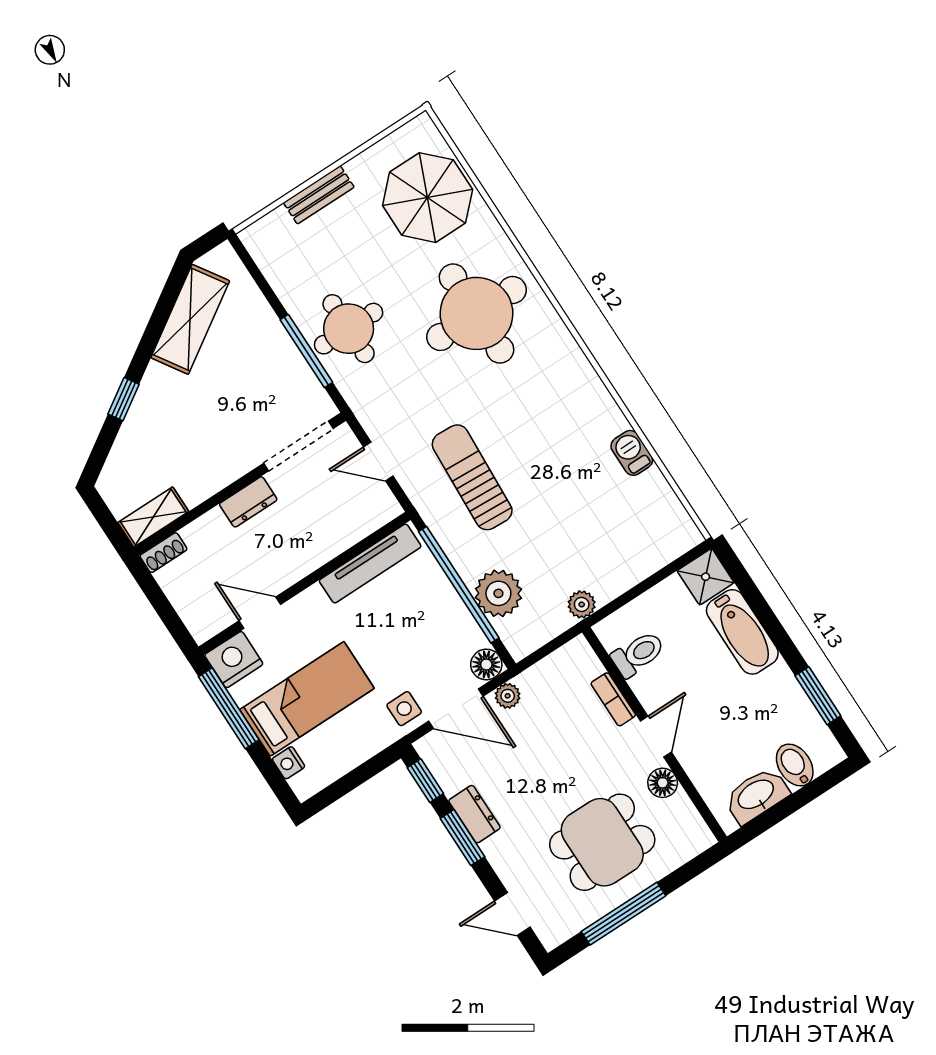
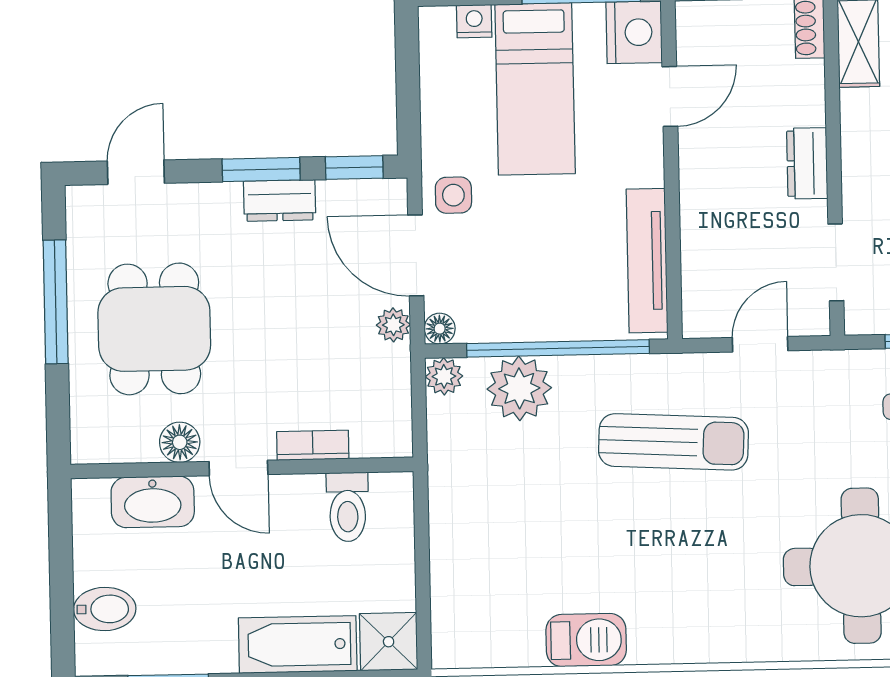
doorway: (298, 446) -> (836, 262), width x0.73
barbecue: (632, 453) -> (586, 640), width x1.38, depth x1.27
plant: (582, 604) -> (444, 376), moved
floor lamp: (486, 664) -> (440, 329), width x0.73, depth x0.73
door: (456, 709) -> (416, 255), hinge flipped
washbasin: (756, 795) -> (153, 502), moved, turned 90

